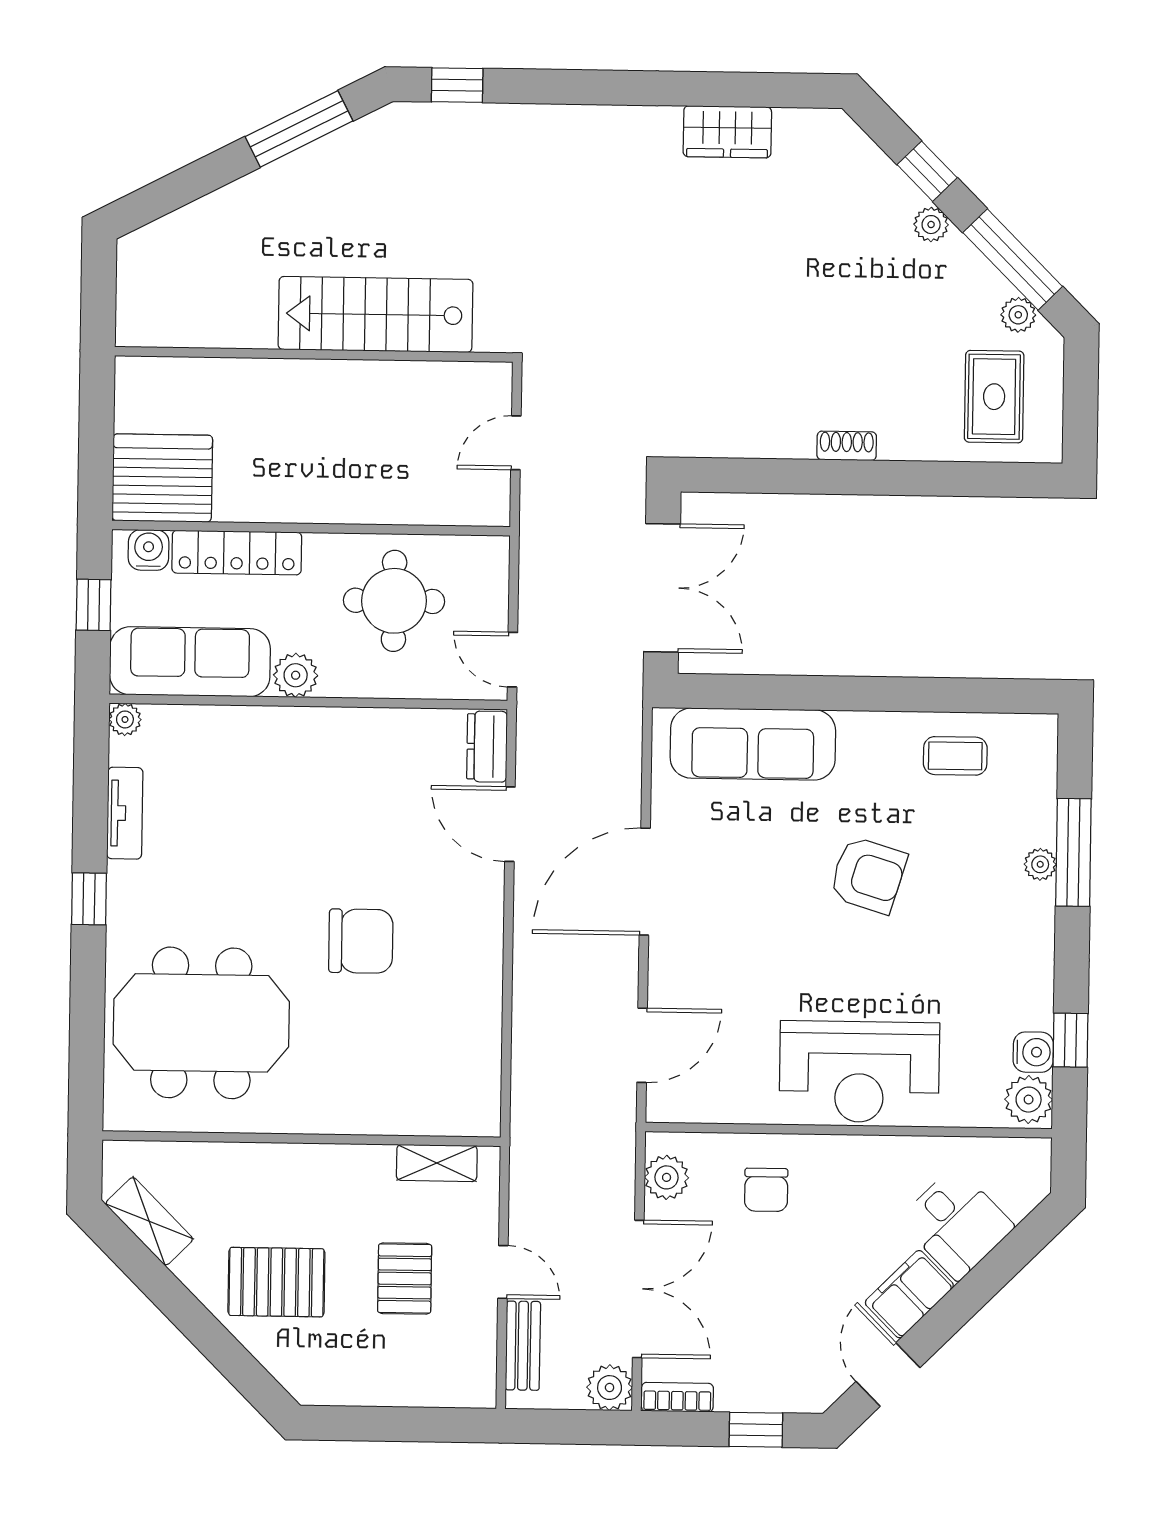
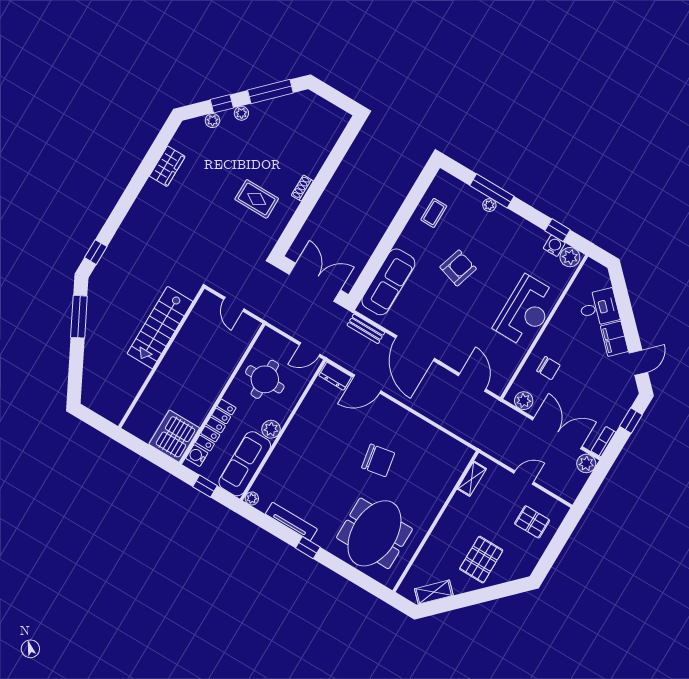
plant: (1018, 315) -> (213, 121), moved
rug: (994, 397) -> (257, 199), moved
tv unit: (125, 813) -> (291, 522), width x1.41
chair: (361, 941) -> (378, 460), turned 80
pallet: (405, 1279) -> (532, 522), moved
bench: (523, 1346) -> (366, 329), moved
door: (888, 1374) -> (638, 363), swing flipped

